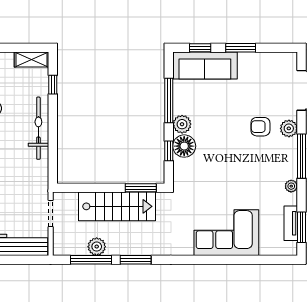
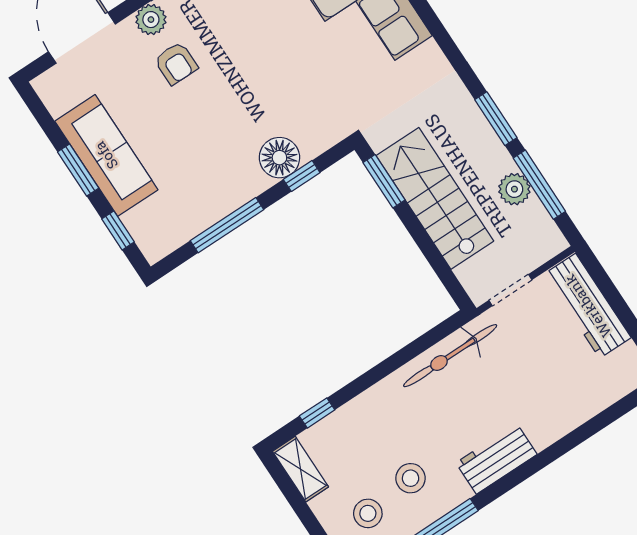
sofa: (205, 65) -> (106, 155), moved
plant: (182, 124) -> (249, 182), removed
bicycle: (38, 128) -> (450, 356), moved

